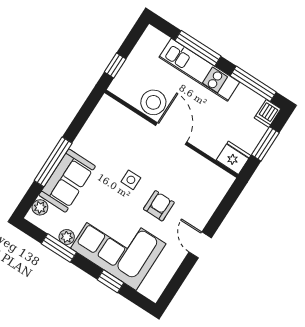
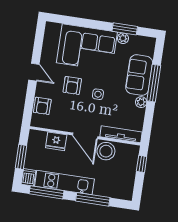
kitchen unit: (199, 70) -> (64, 183), moved
tv unit: (125, 115) -> (121, 134), added
fridge: (233, 158) -> (56, 141), moved
armchair: (209, 197) -> (42, 106), added
plant: (40, 207) -> (141, 102), moved
window: (111, 281) -> (82, 22), removed

